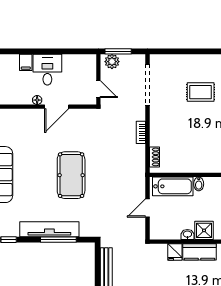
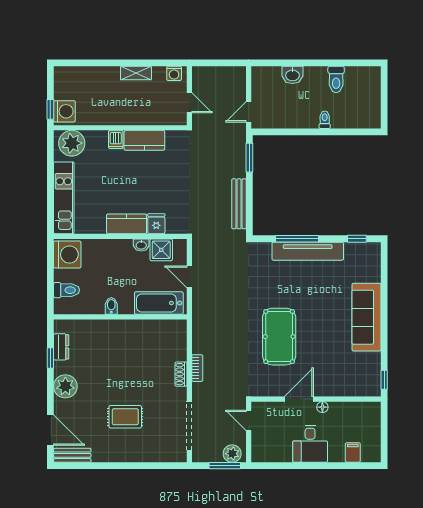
filing cabinet: (26, 62) -> (353, 453), moved
shoe rack: (154, 157) -> (181, 374), moved
pool table: (71, 175) -> (279, 337), moved
bidet: (199, 184) -> (111, 306), moved
door: (147, 208) -> (189, 277), swing flipped
shower: (204, 230) -> (161, 250), moved

